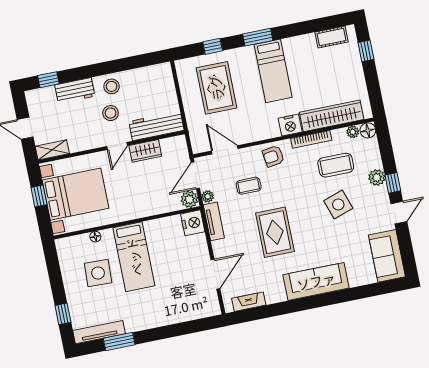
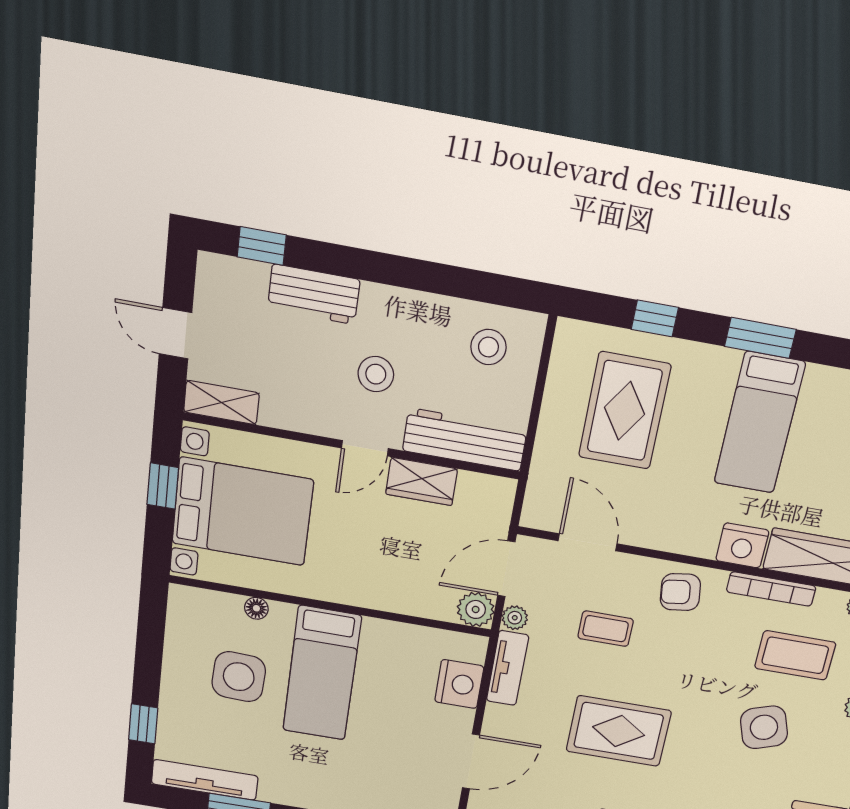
stool: (112, 86) -> (488, 347), moved
nightstand: (193, 223) -> (459, 684), moved
rug: (275, 232) -> (619, 731), turned 90

